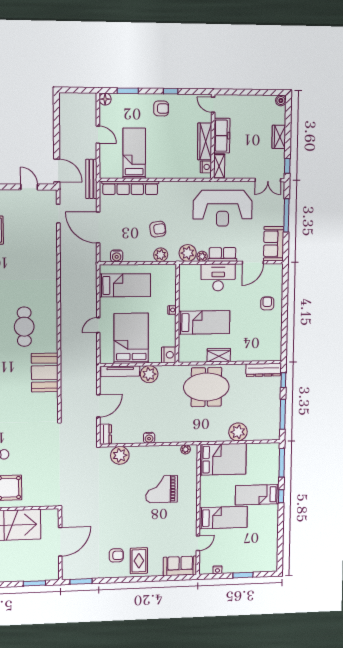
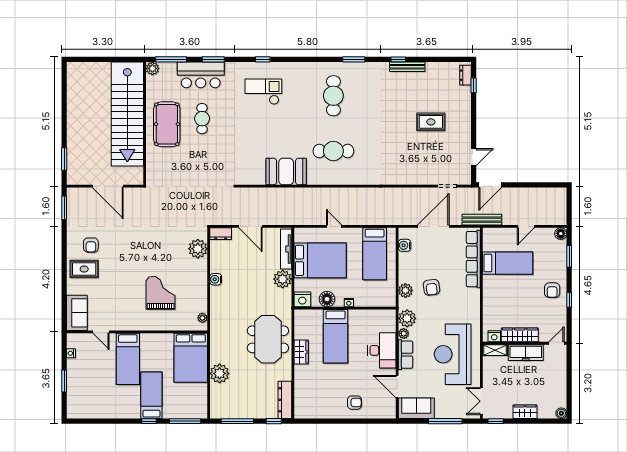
floor lamp: (169, 331) -> (327, 299), added

